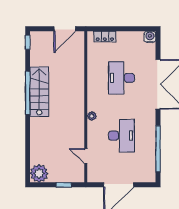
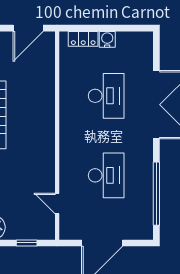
water cooler: (150, 37) -> (107, 39), moved
desk: (121, 78) -> (106, 96), turned 180
plant: (92, 116) -> (65, 148), removed

